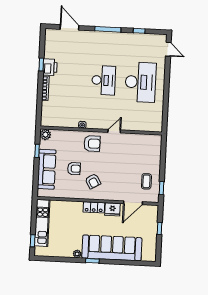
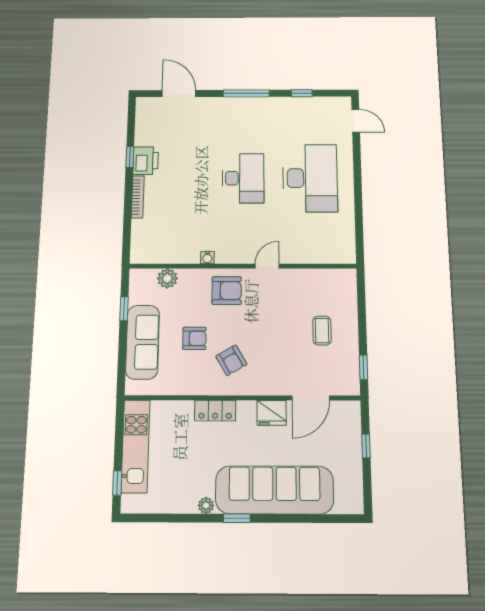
plant: (45, 135) -> (167, 278), moved
coffee table: (146, 181) -> (322, 331), moved
locker: (94, 207) -> (215, 411), moved

